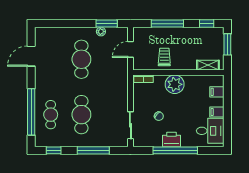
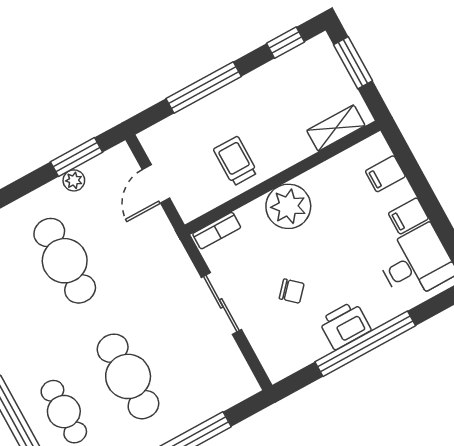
sliding door: (130, 125) -> (221, 303), moved

